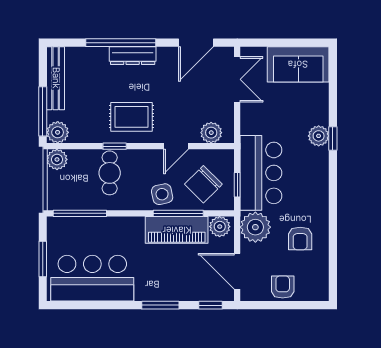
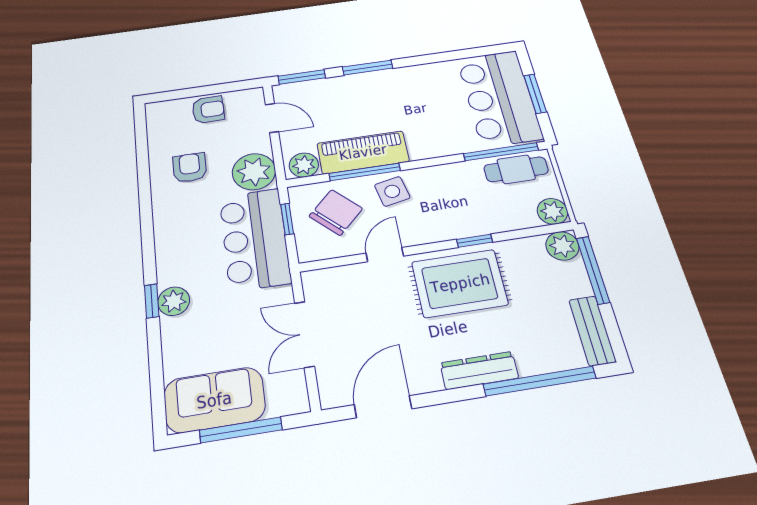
window: (121, 43) -> (540, 381), moved
window: (284, 43) -> (241, 430), added
bench: (56, 78) -> (592, 331), width x0.73
double door: (237, 79) -> (304, 334), moved
rug: (131, 117) -> (460, 283), width x1.36, depth x1.43
plant: (211, 133) -> (336, 281), removed
cafe table: (110, 173) -> (516, 169), moved, turned 90
door: (237, 271) -> (272, 118), width x0.73
bar counter: (92, 278) -> (499, 98), moved, turned 90
armchair: (283, 287) -> (208, 110), turned -91
window: (210, 305) -> (302, 77), width x1.50

